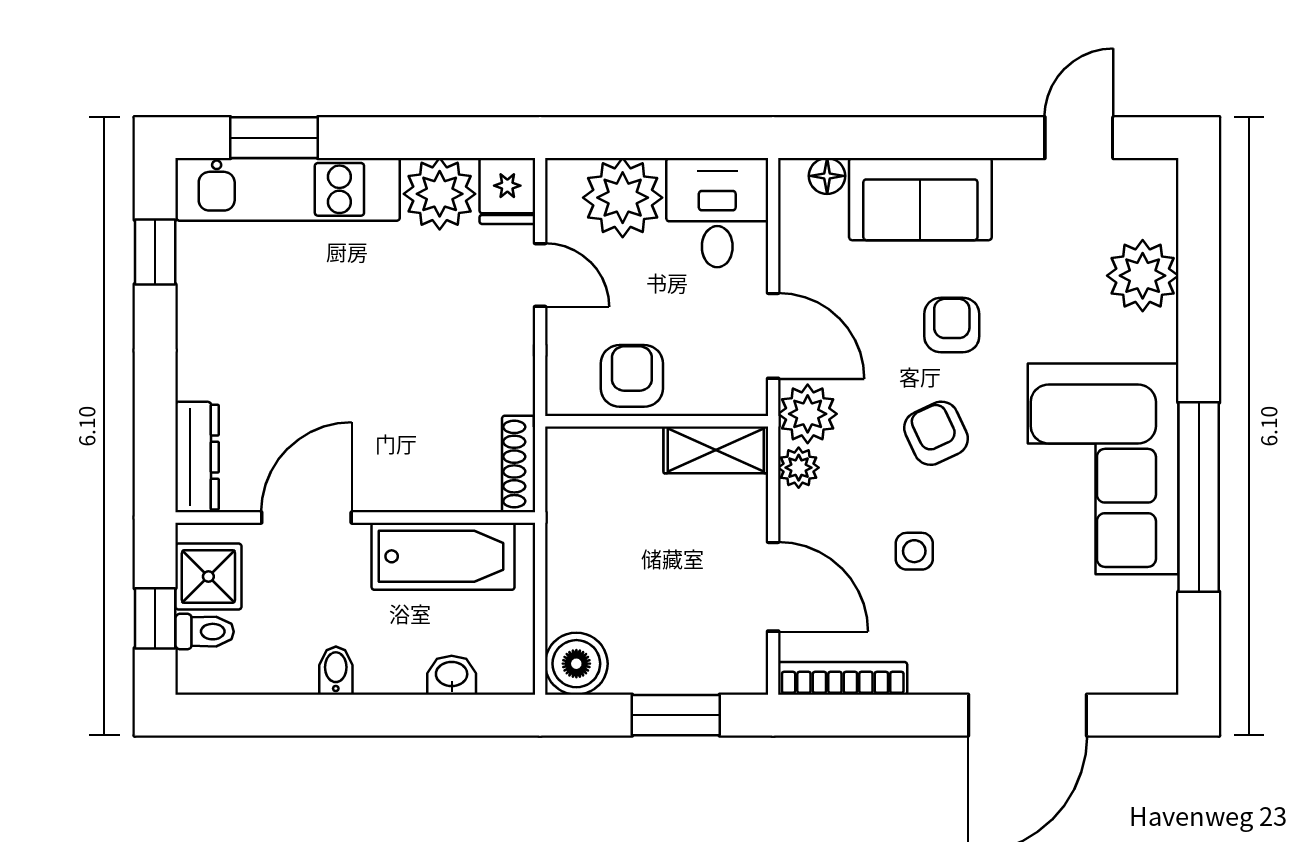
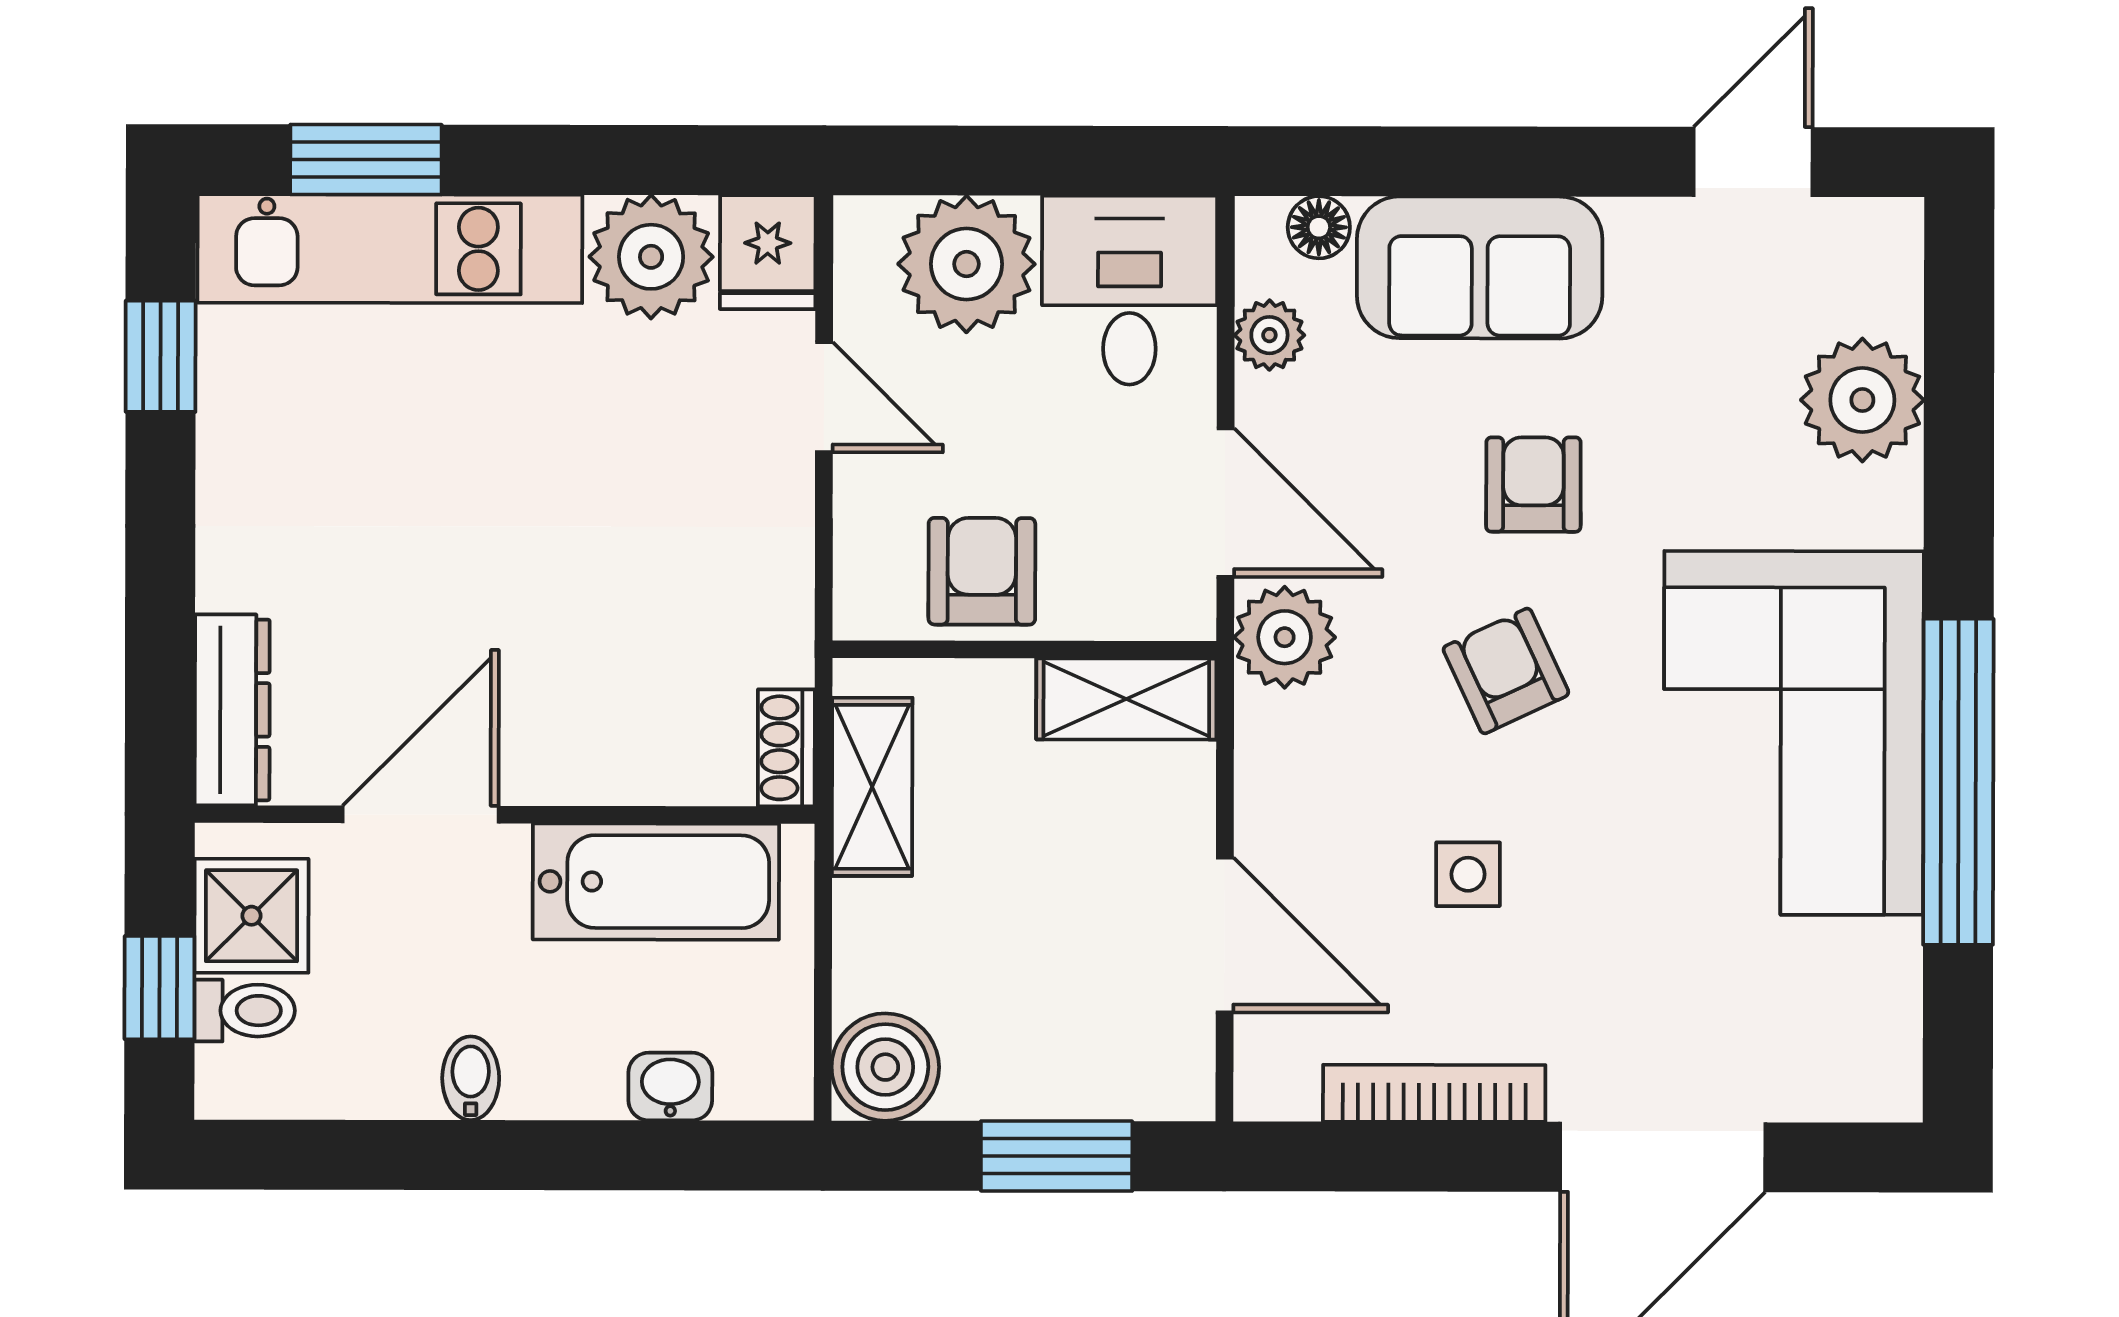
shoe rack: (519, 464) -> (786, 748), width x0.70
plant: (799, 468) -> (1269, 335), moved
shelving: (568, 501) -> (872, 787), added
bookcase: (843, 678) -> (1434, 1093), moved

